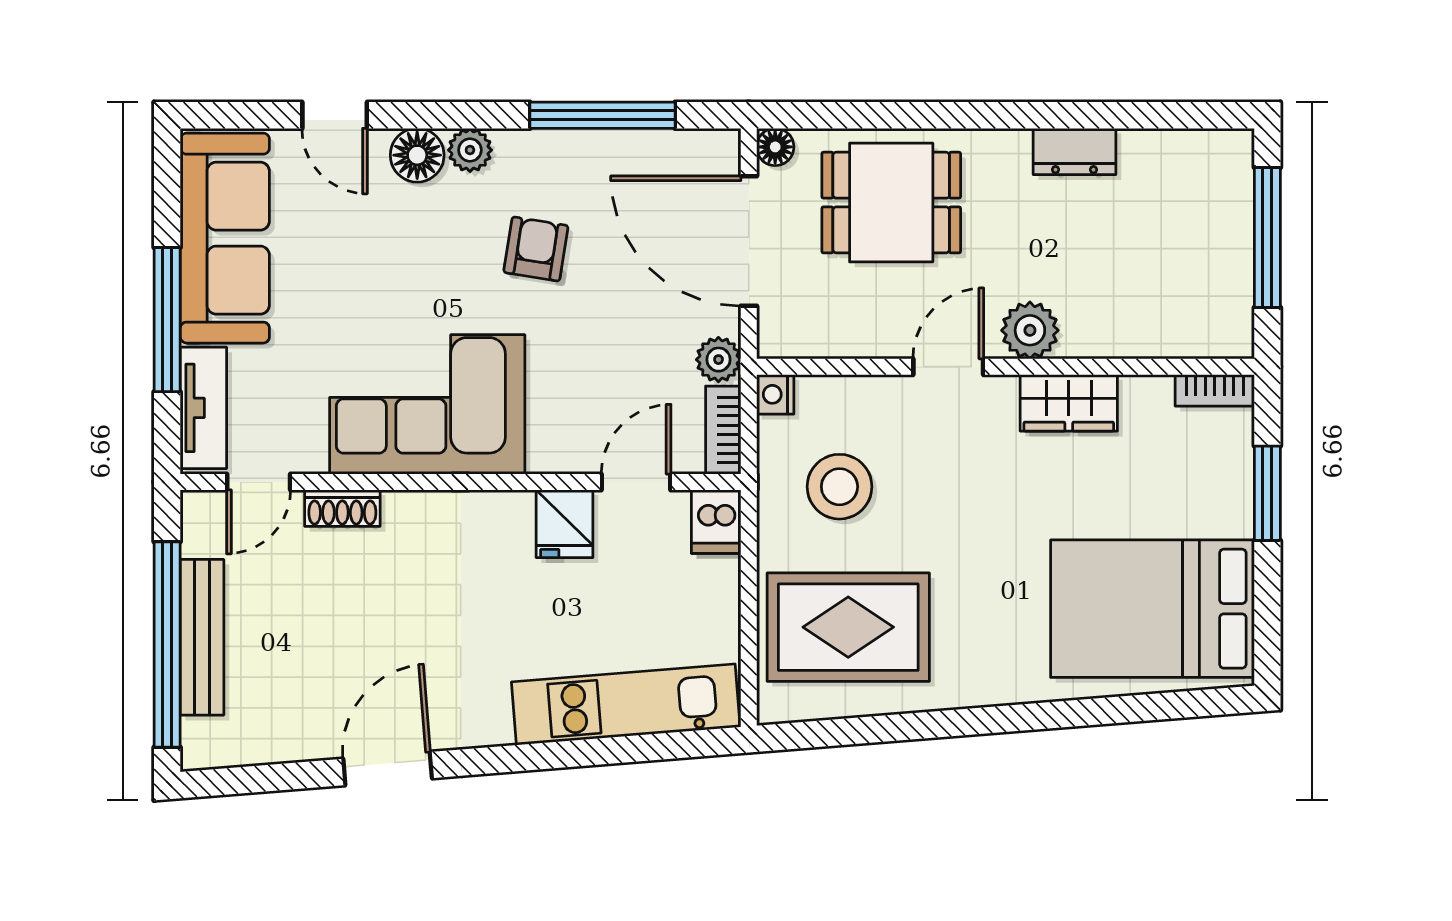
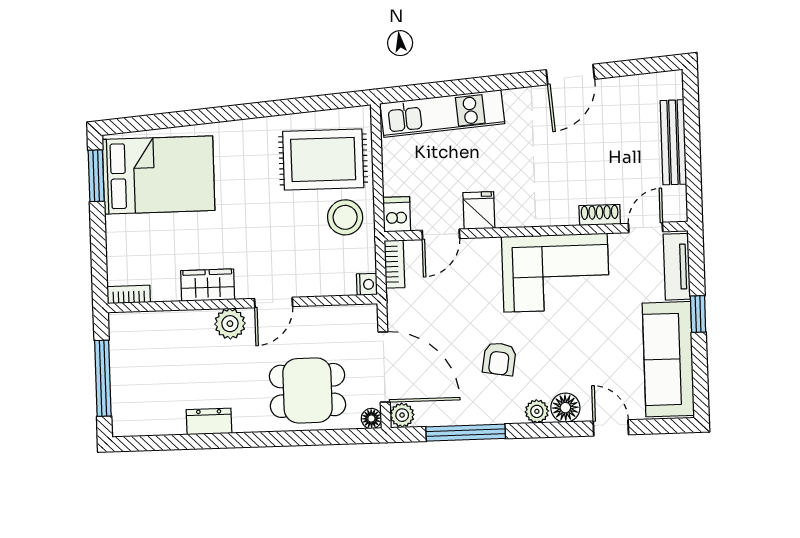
window: (167, 320) -> (698, 314), width x0.46
plant: (718, 360) -> (402, 415), moved
stool: (839, 487) -> (345, 217), moved
window: (1267, 493) -> (96, 176), moved
window: (167, 645) -> (692, 138), removed

